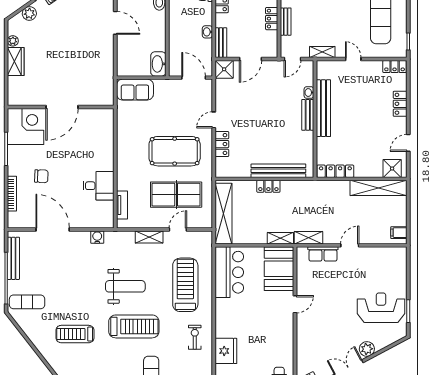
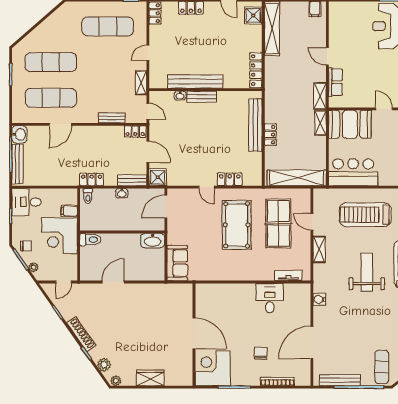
locker: (272, 19) -> (135, 131), moved
plant: (13, 41) -> (116, 381), moved

